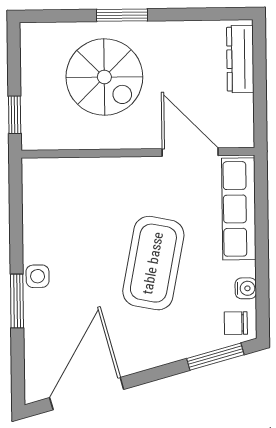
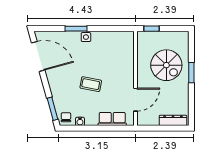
spiral stairs: (104, 77) -> (166, 65), turned -90
row of seats: (239, 209) -> (112, 119), width x0.68
coffee table: (153, 263) -> (91, 84), width x0.54, depth x0.58

